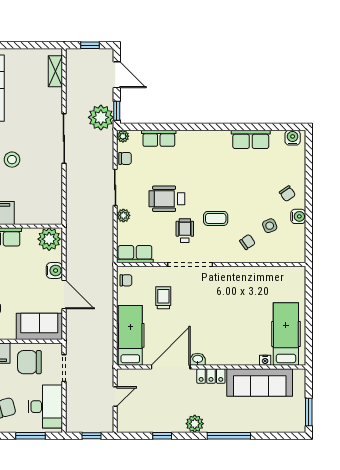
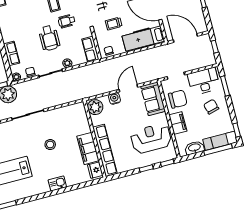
chair: (29, 362) -> (178, 99), turned -90
door: (115, 397) -> (185, 38), width x1.88

